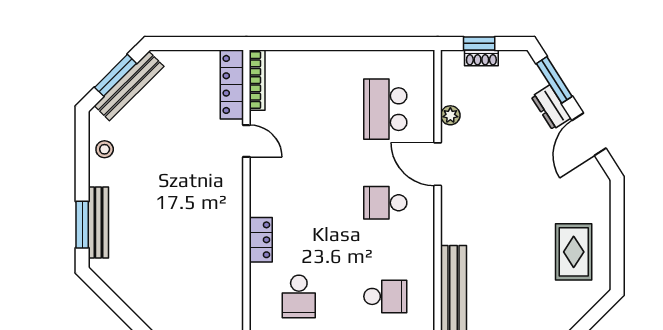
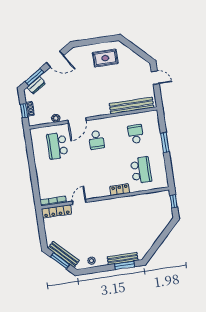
dresser: (551, 107) -> (36, 85), moved
school desk: (385, 109) -> (57, 146), turned 90
school desk: (299, 296) -> (141, 170), width x1.85

